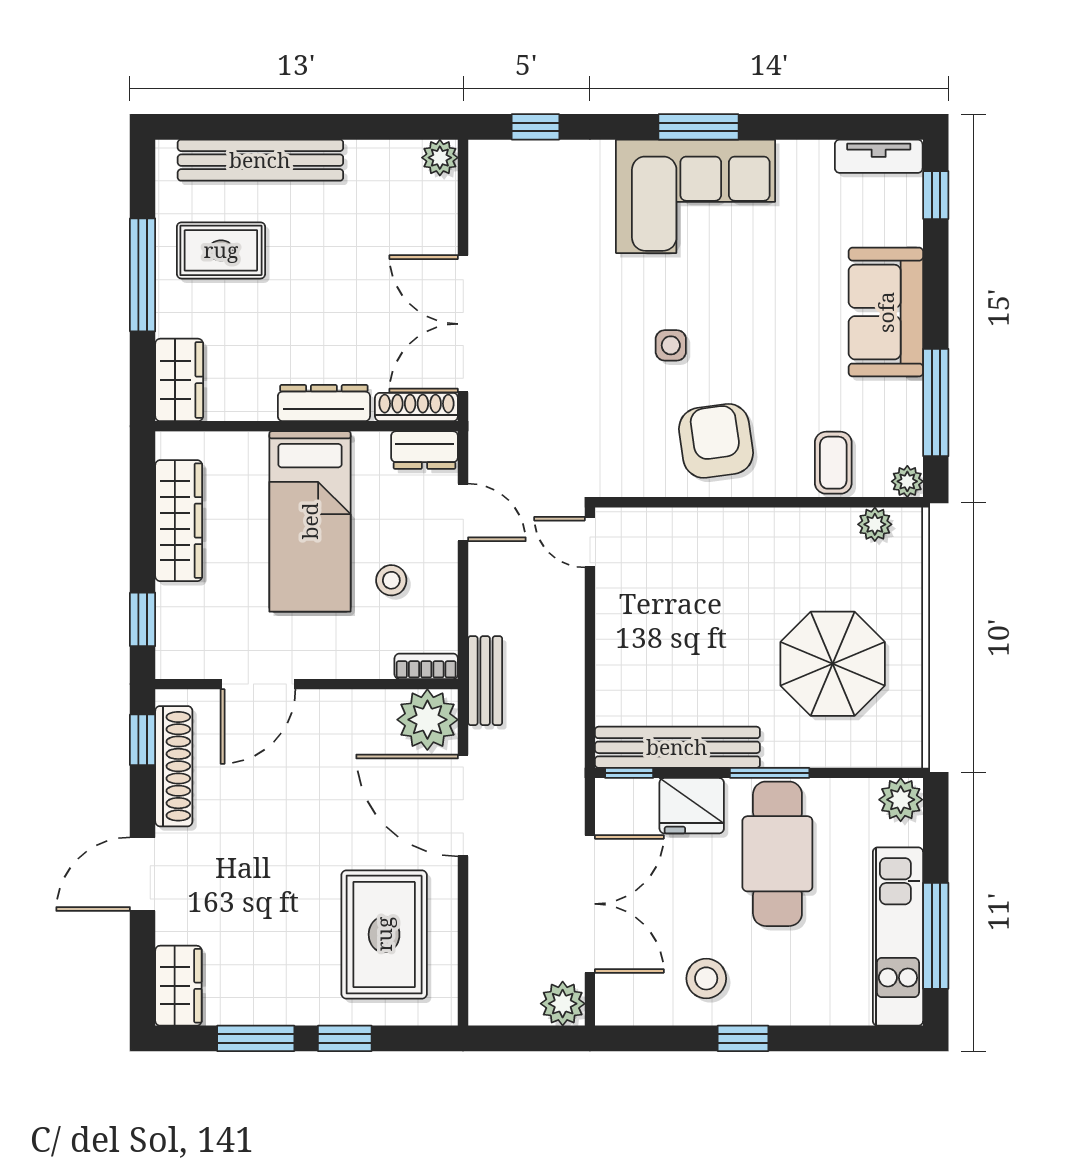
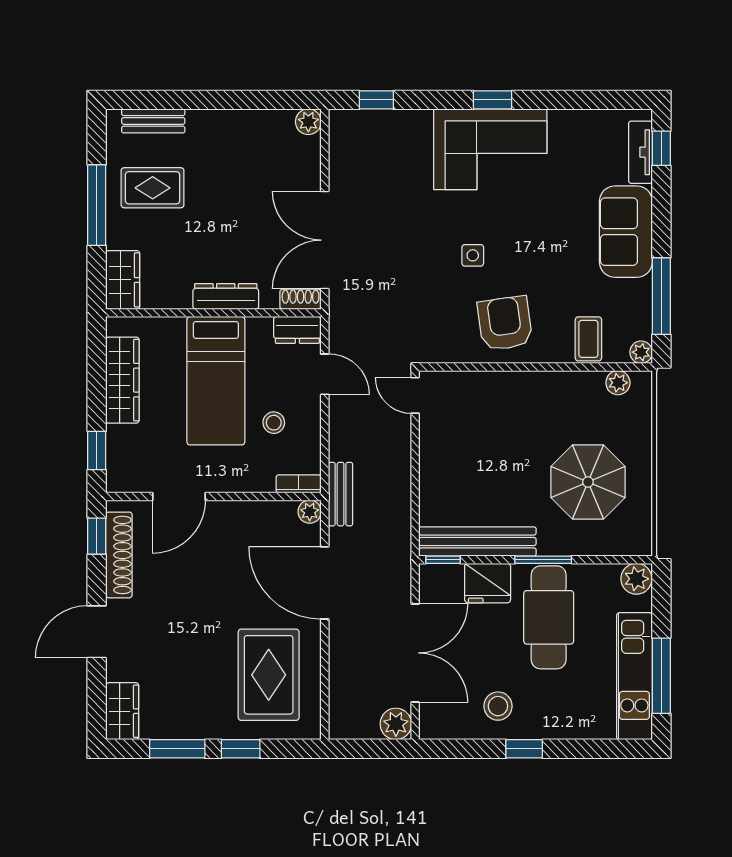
window: (699, 127) -> (492, 100), width x0.67
tv unit: (879, 156) -> (640, 152), moved, turned 90
bench: (260, 160) -> (153, 121), width x0.54, depth x0.82
shoe rack: (416, 407) -> (301, 299), width x0.70
plant: (427, 720) -> (310, 512), width x0.53, depth x0.53

